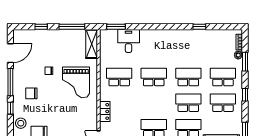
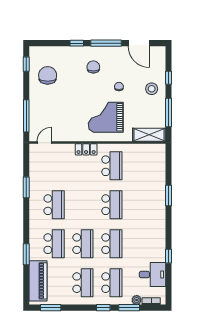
window: (116, 27) -> (169, 196), moved
desk: (129, 41) -> (152, 275), moved
window: (245, 95) -> (103, 308), moved
locker: (105, 111) -> (86, 149), moved
stool: (21, 123) -> (152, 89), moved

